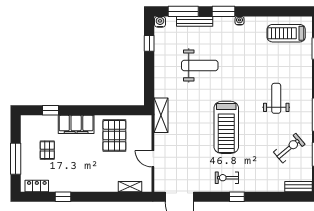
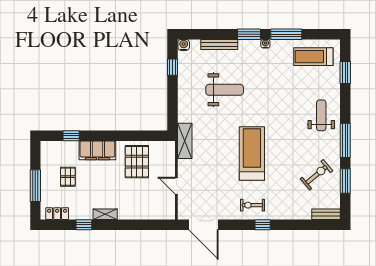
window: (183, 11) -> (286, 34), moved
weight bench: (276, 98) -> (321, 115), moved
treadmill: (226, 127) -> (252, 153), turned 180
shelving: (130, 187) -> (105, 214), moved

